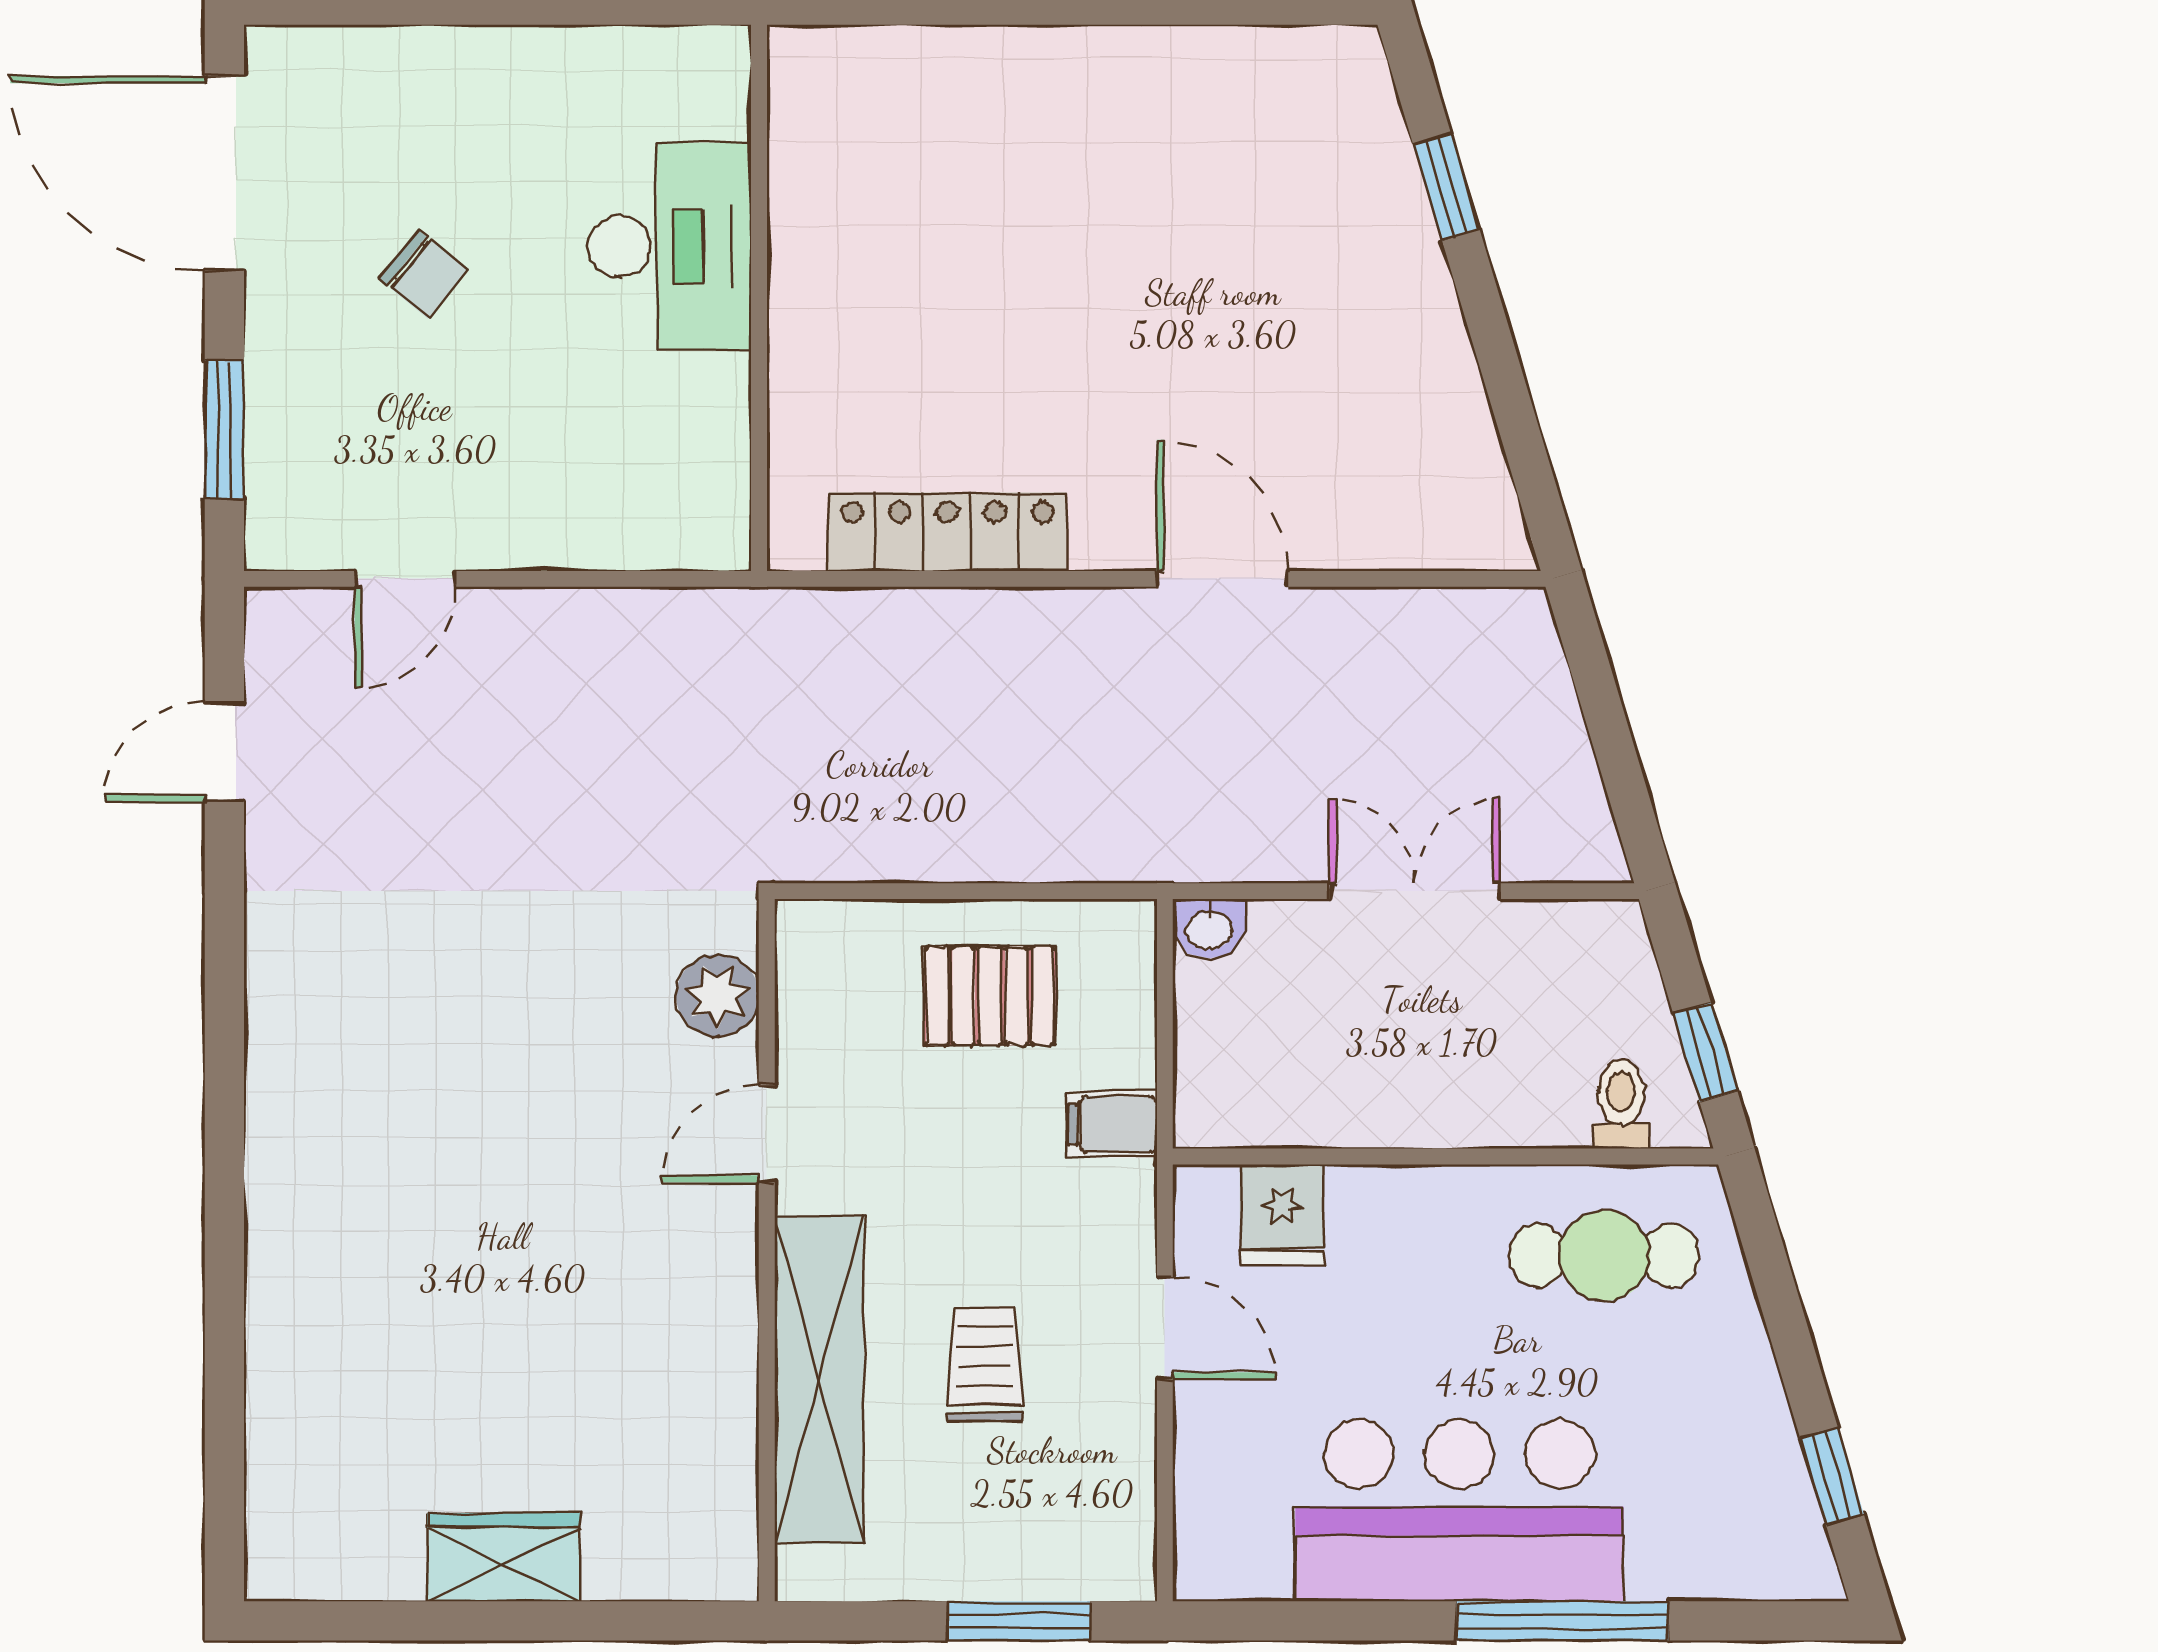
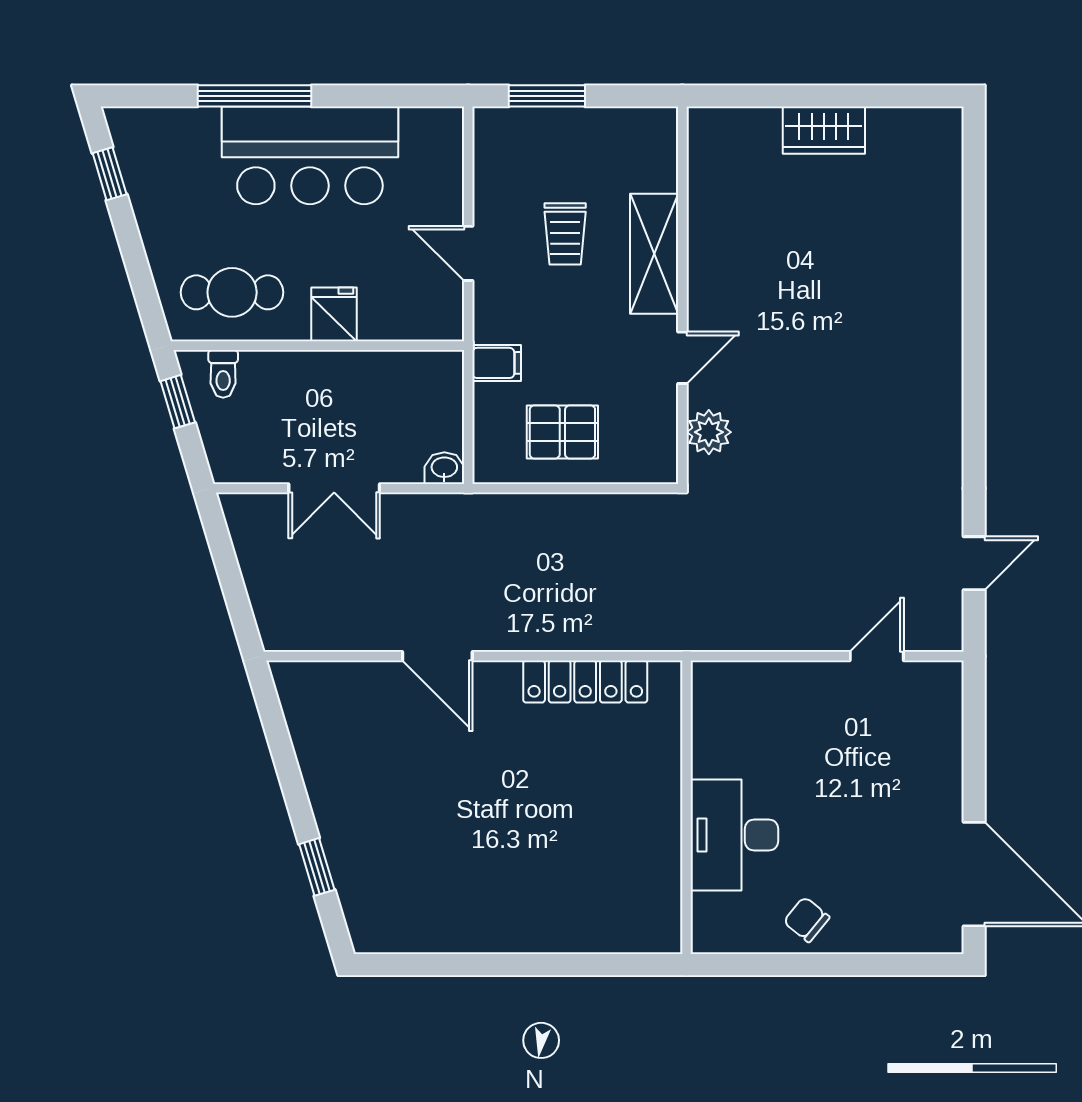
chair: (423, 274) -> (807, 919), moved
window: (224, 429) -> (974, 737), removed
fridge: (1282, 1215) -> (334, 314), moved
shelving: (819, 1379) -> (654, 254), width x0.68

